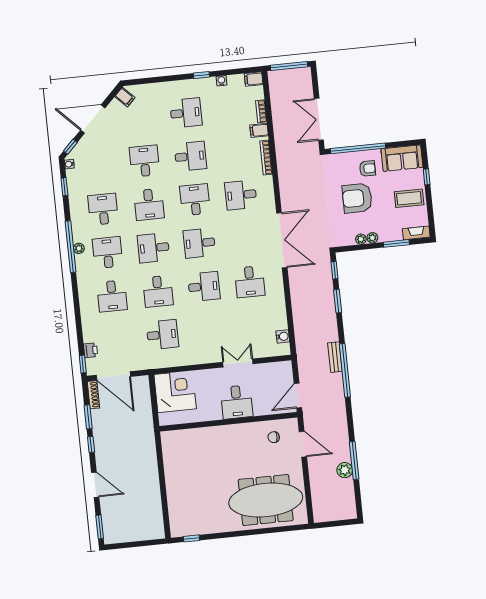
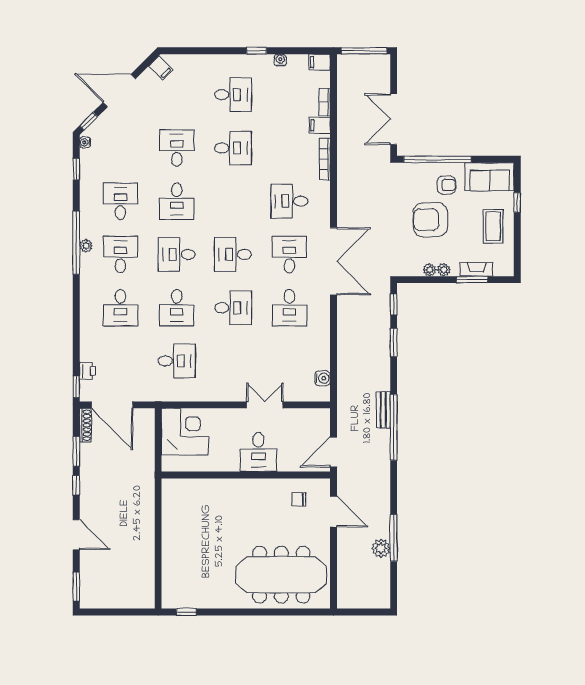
coffee table: (409, 198) -> (493, 226), turned 90
desk: (195, 200) -> (289, 254), moved
fireplace: (416, 233) -> (477, 269), moved

